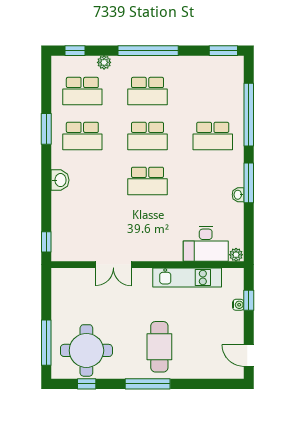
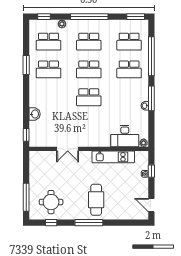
school desk: (213, 91) -> (129, 42), added
washbasin: (60, 180) -> (35, 114), moved
round table: (86, 350) -> (51, 202), width x0.73, depth x0.73

